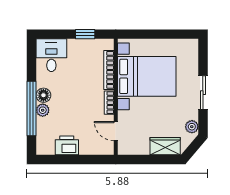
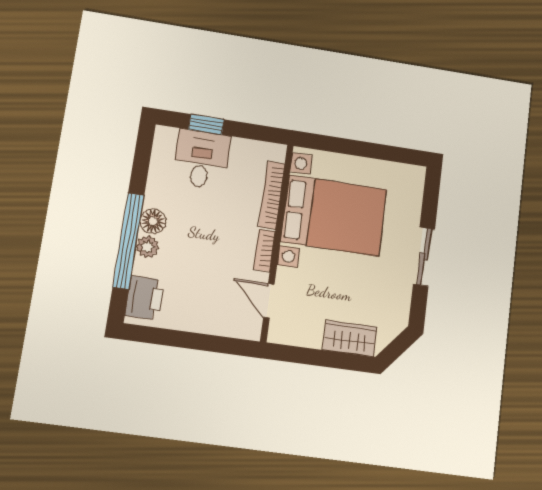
window: (85, 34) -> (206, 124), moved
desk: (51, 55) -> (201, 159), moved
plant: (192, 127) -> (399, 311), removed
printer: (67, 145) -> (145, 298), moved, turned 90

